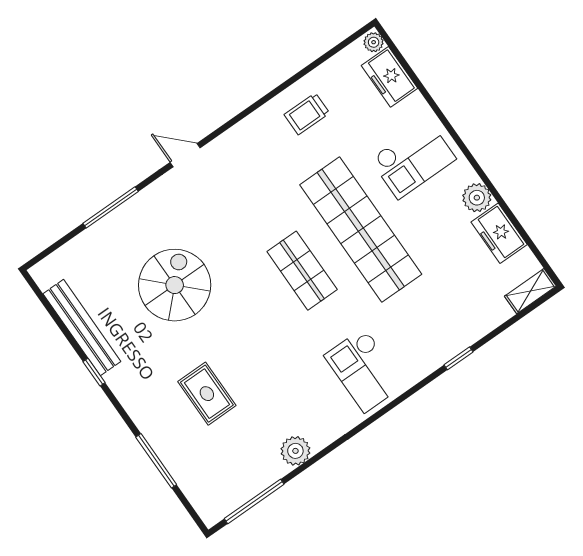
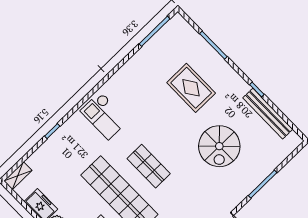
checkout: (364, 370) -> (104, 116), turned 180
rug: (207, 394) -> (191, 88), width x1.36, depth x1.43
plant: (295, 451) -> (136, 64), removed

